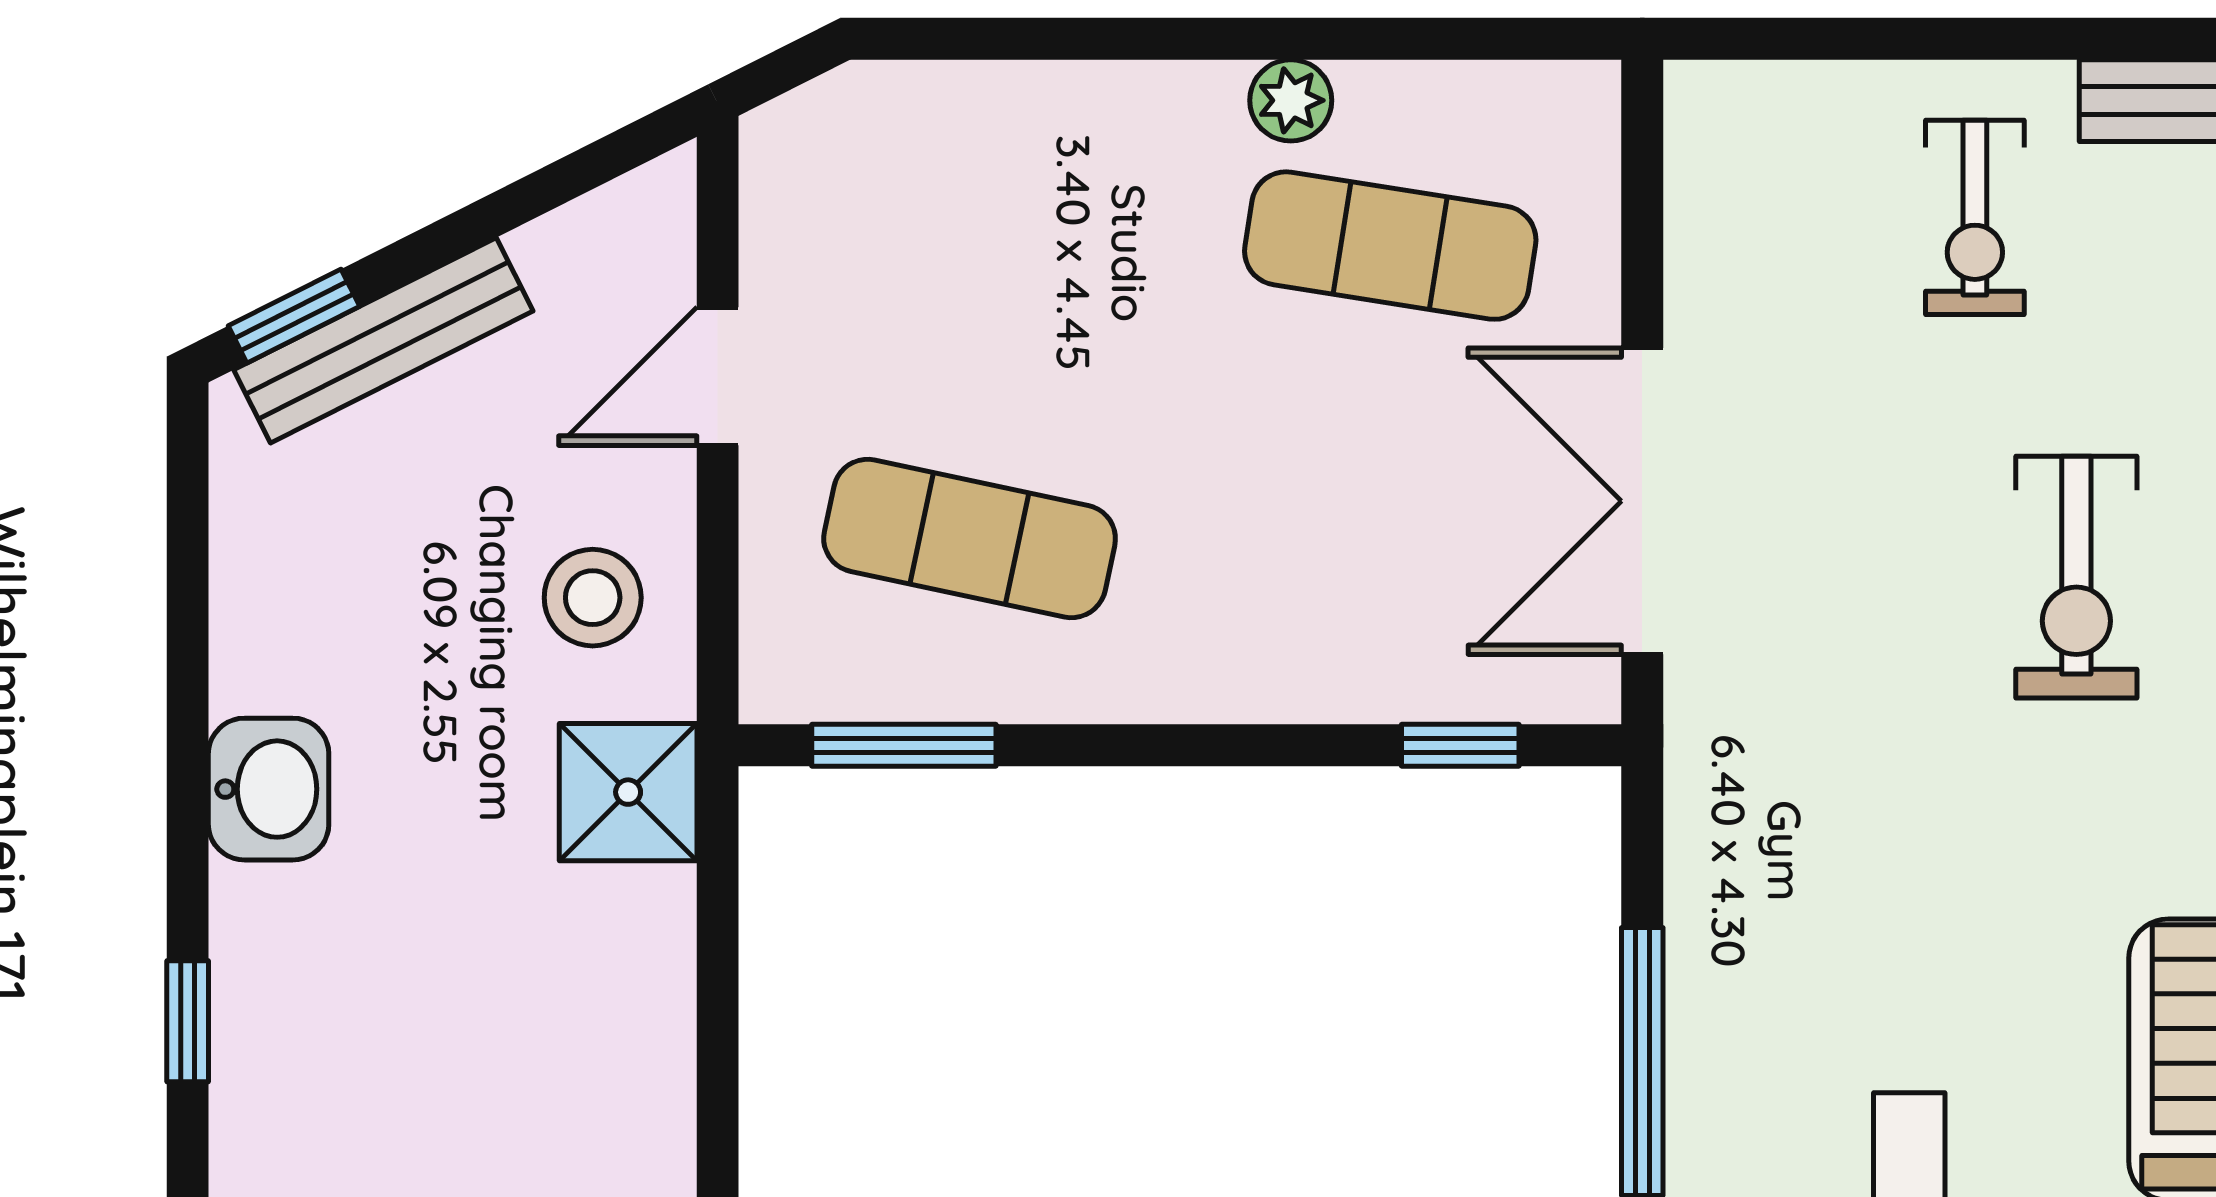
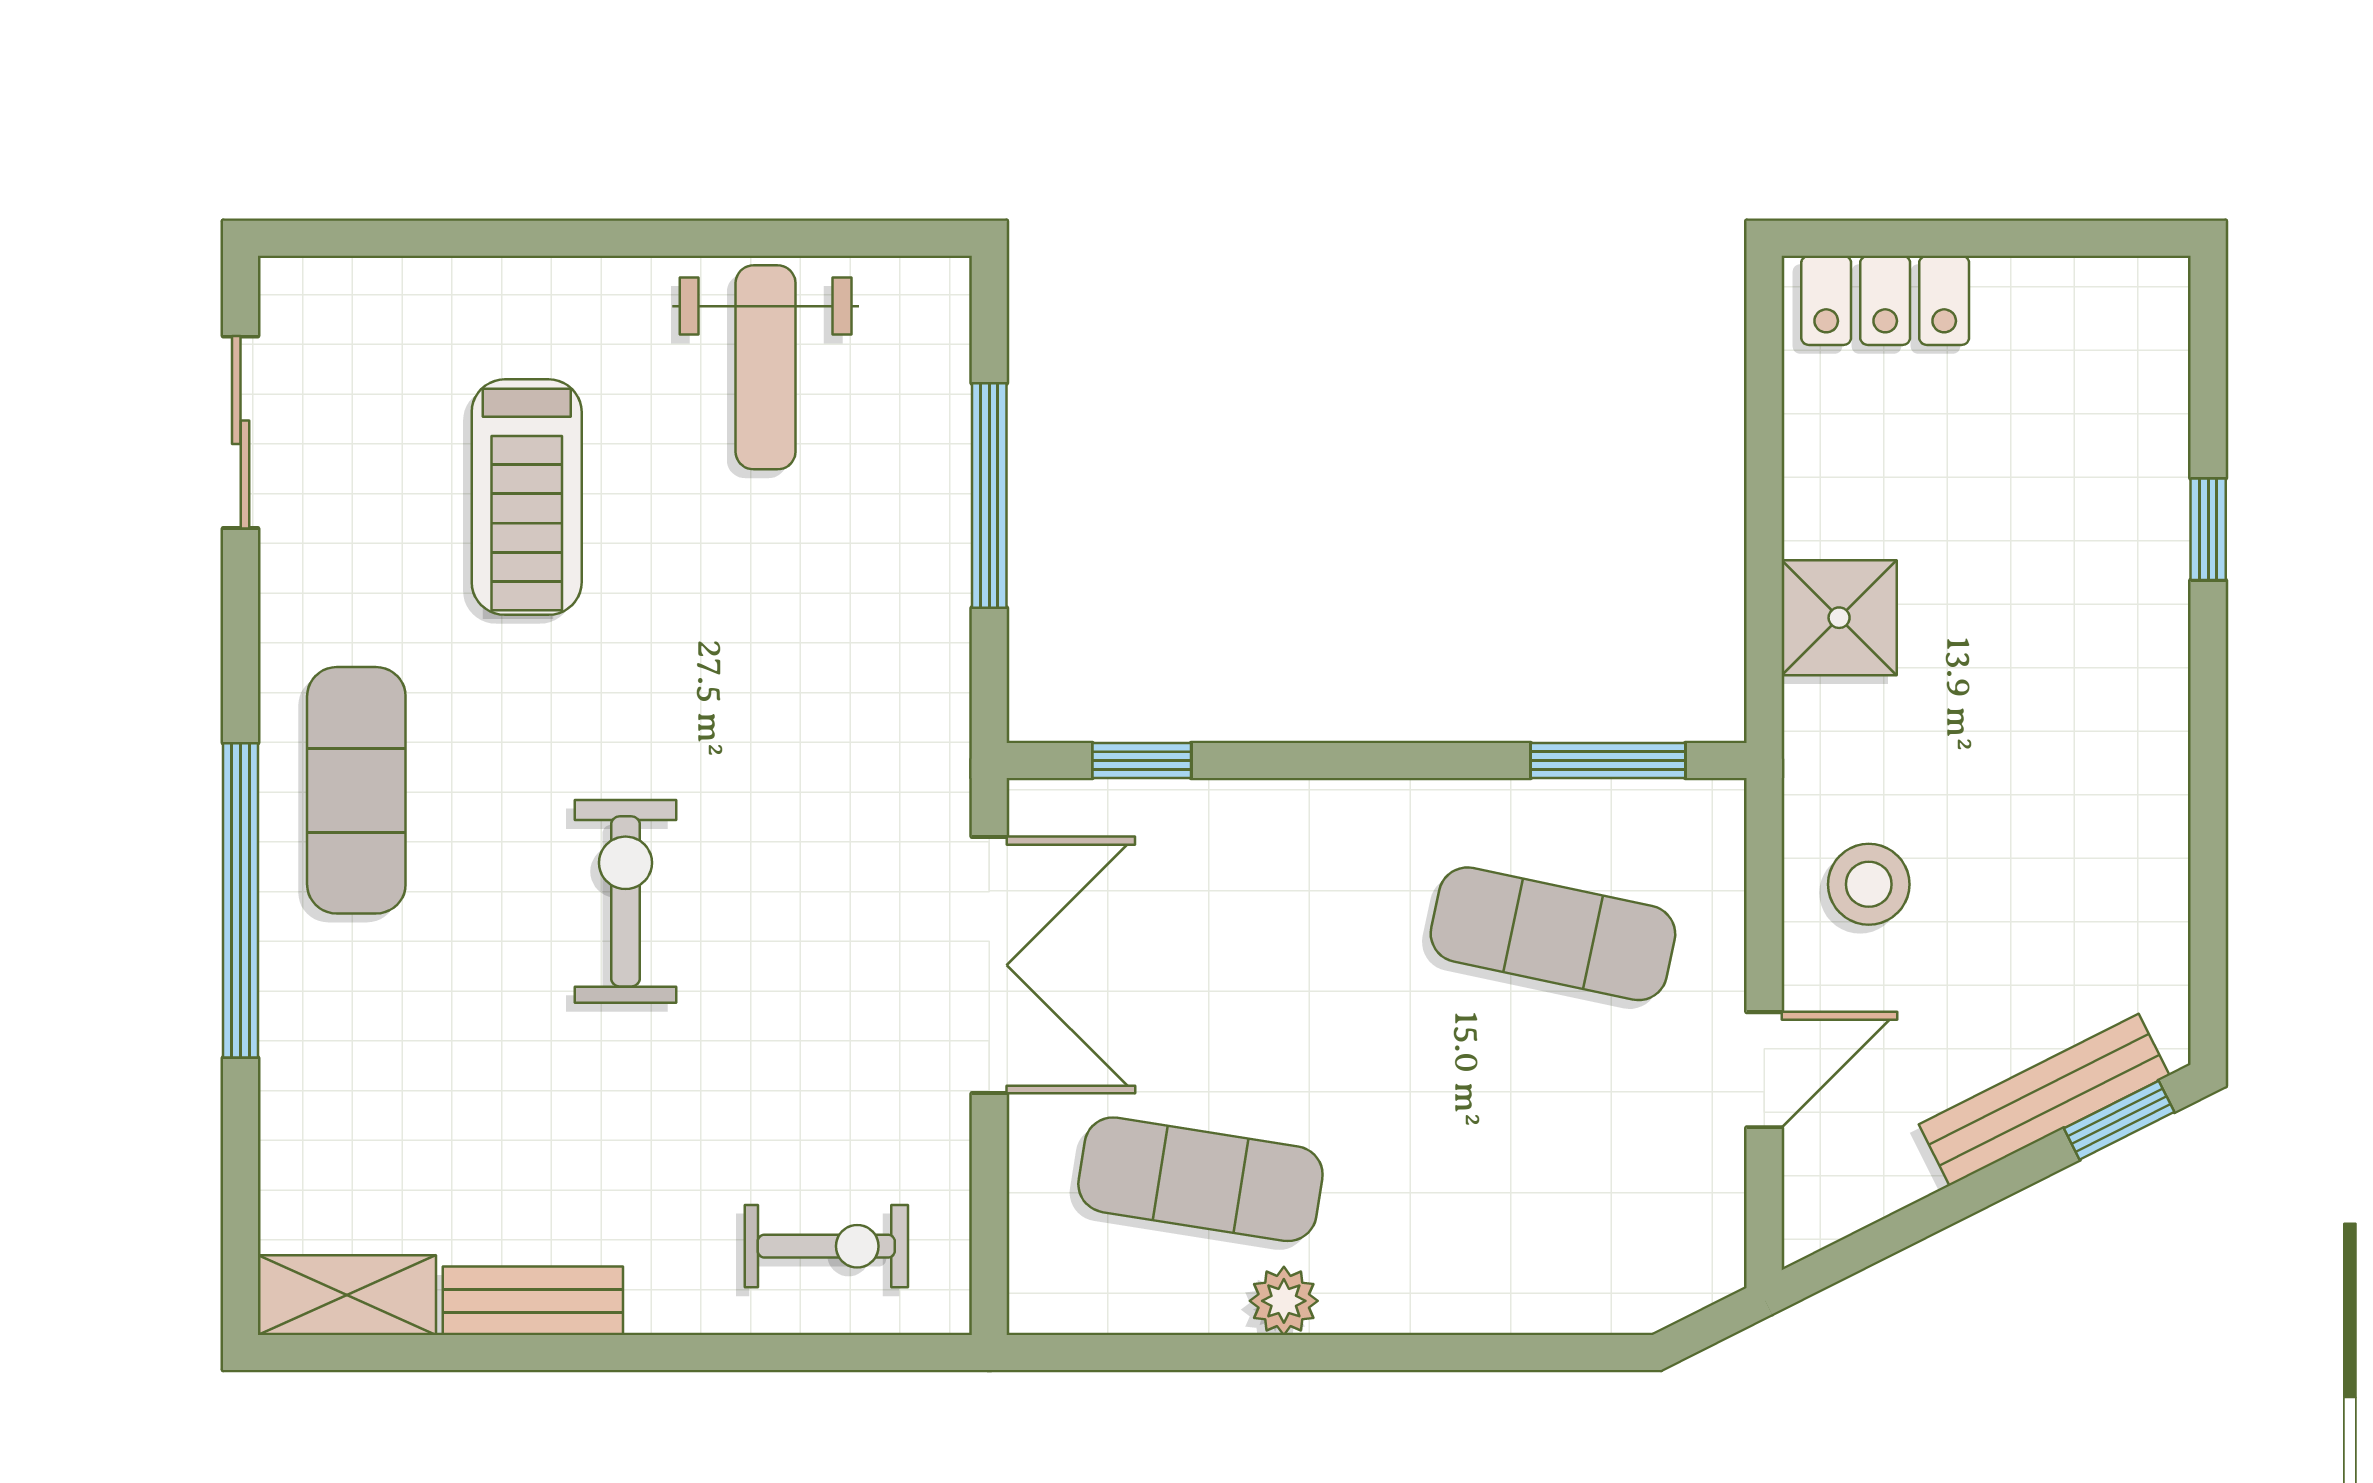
exercise bike: (1975, 217) -> (826, 1246), moved, turned 90
washbasin: (269, 789) -> (2140, 724), removed
shower: (628, 792) -> (1839, 618), moved

